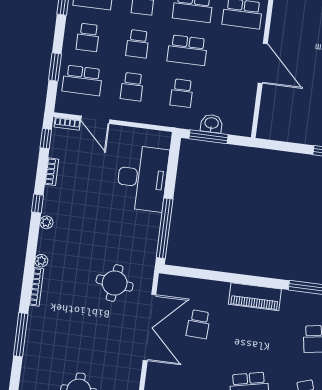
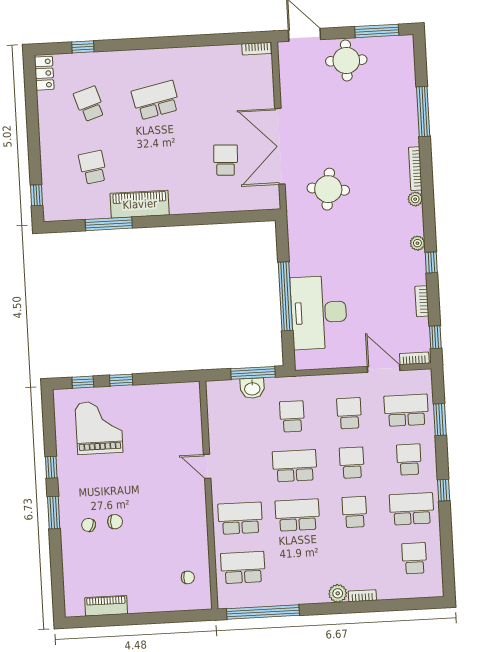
door: (263, 63) -> (207, 466), width x0.53
window: (165, 228) -> (285, 296), moved
piano: (255, 297) -> (140, 204), moved

